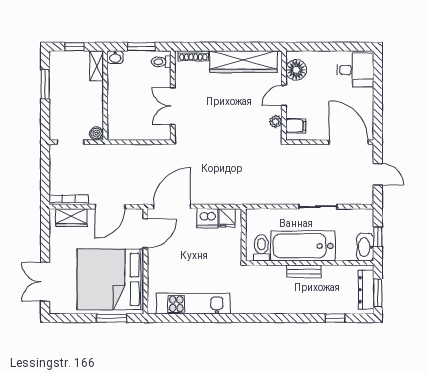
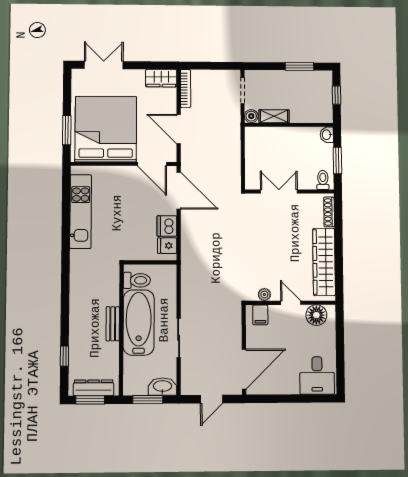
shelving: (96, 66) -> (274, 116), moved
wardrobe: (71, 218) -> (161, 78), moved, turned -90
window: (378, 237) -> (148, 400), width x1.50
washbasin: (365, 247) -> (162, 387), moved

